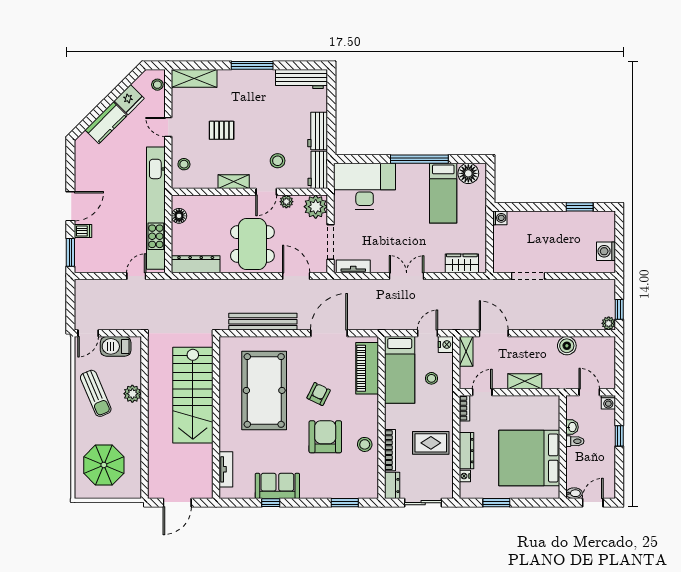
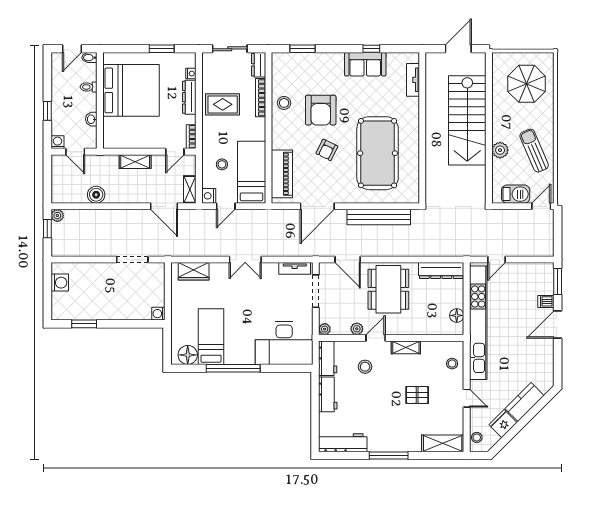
plant: (316, 207) -> (325, 329), width x0.53, depth x0.53
stairs: (193, 395) -> (467, 120), moved, turned 180
toilet: (575, 441) -> (89, 87), moved

